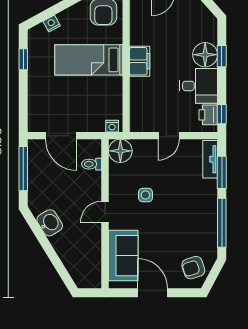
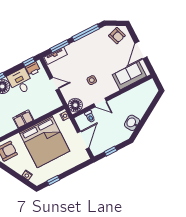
bed: (89, 60) -> (45, 142), width x2.04
window: (23, 169) -> (111, 151), width x0.46
door: (105, 212) -> (100, 102), moved

